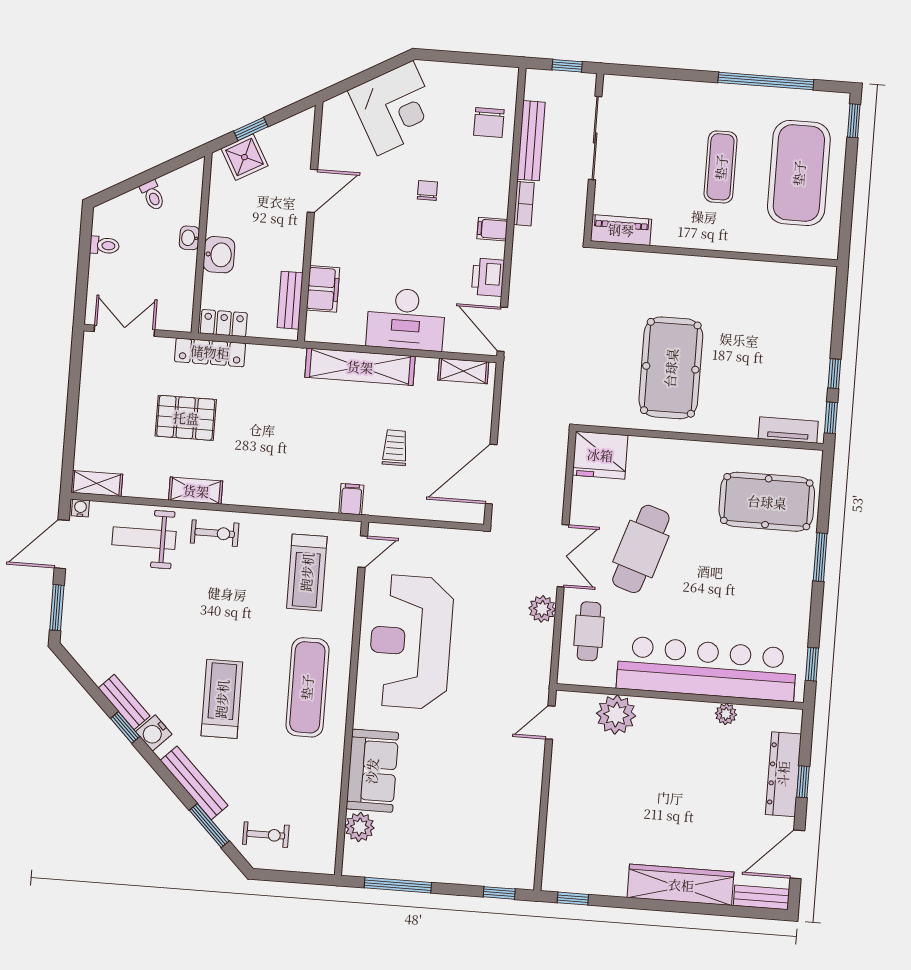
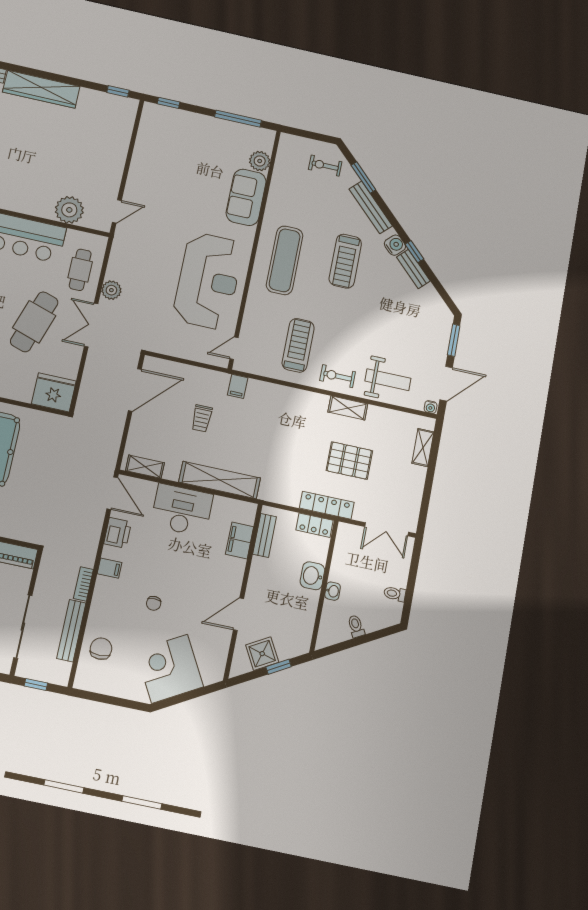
shower: (244, 157) -> (262, 654), moved
shelving: (97, 483) -> (423, 448), moved, turned 90
treadmill: (307, 572) -> (298, 345), moved

